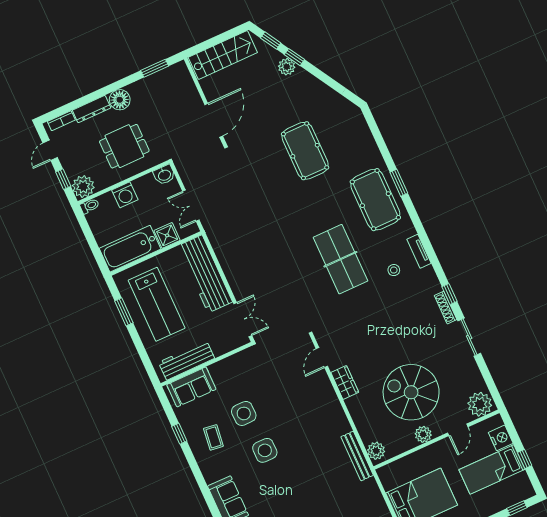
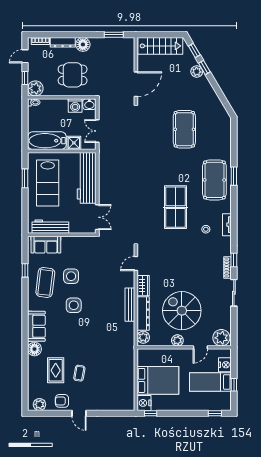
washing machine: (125, 195) -> (75, 106), moved
dresser: (362, 419) -> (143, 313), added
coffee table: (213, 437) -> (45, 282), width x1.86, depth x1.72
bench: (357, 456) -> (130, 305), moved

